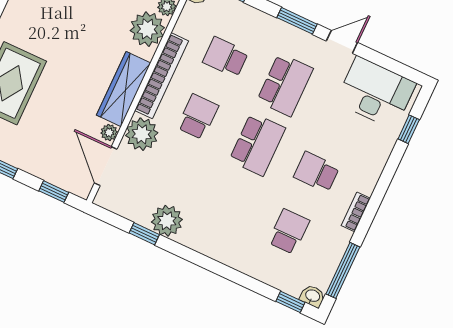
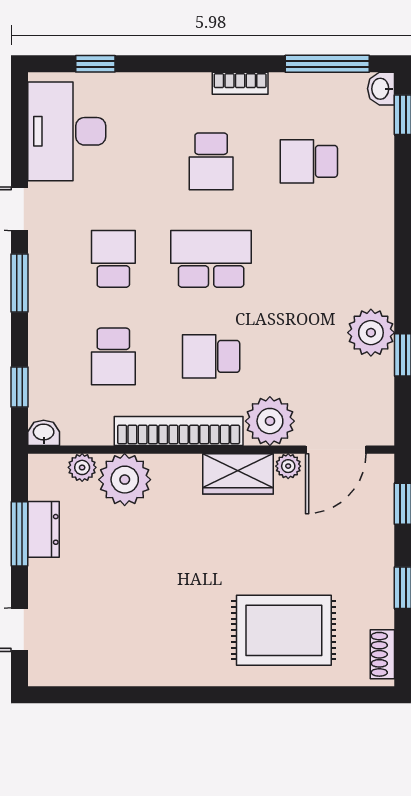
school desk: (285, 85) -> (113, 259), width x0.54
wardrobe: (124, 89) -> (238, 474), width x0.67

